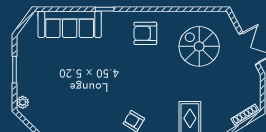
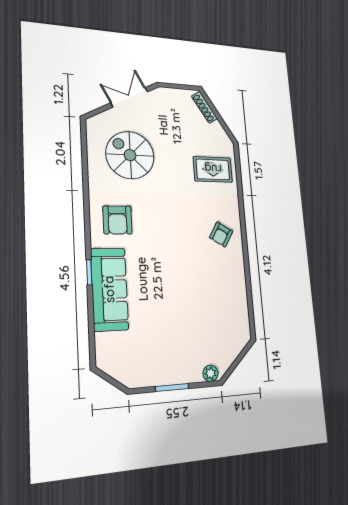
sofa: (70, 24) -> (109, 289), moved
spiral stairs: (199, 46) -> (130, 155), turned 90

